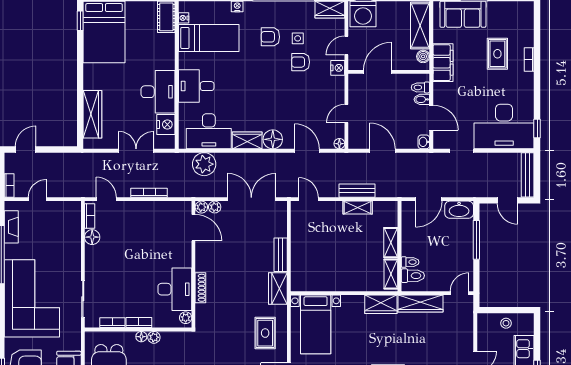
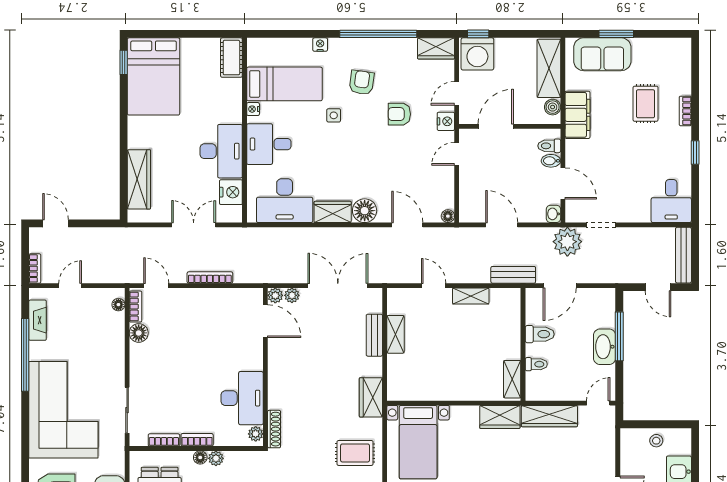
nightstand: (184, 18) -> (253, 109), moved
armchair: (270, 37) -> (362, 82), turned 98
side table: (298, 38) -> (334, 115), moved
door: (346, 114) -> (457, 154), moved
desk: (504, 126) -> (671, 201), width x0.53, depth x0.77
window: (537, 129) -> (695, 152), moved
door: (26, 149) -> (56, 223), hinge flipped
plant: (204, 164) -> (567, 242), moved
bench: (357, 191) -> (513, 275), moved
door: (308, 199) -> (434, 286), moved
washbasin: (459, 210) -> (605, 347), moved, turned 90
floor lamp: (76, 214) -> (118, 305), added
shelving: (391, 243) -> (396, 334), moved
bench: (281, 255) -> (374, 335), moved
toilet: (413, 276) -> (540, 334), moved
shoe rack: (200, 288) -> (274, 429), moved
rug: (265, 333) -> (355, 453), turned 90

